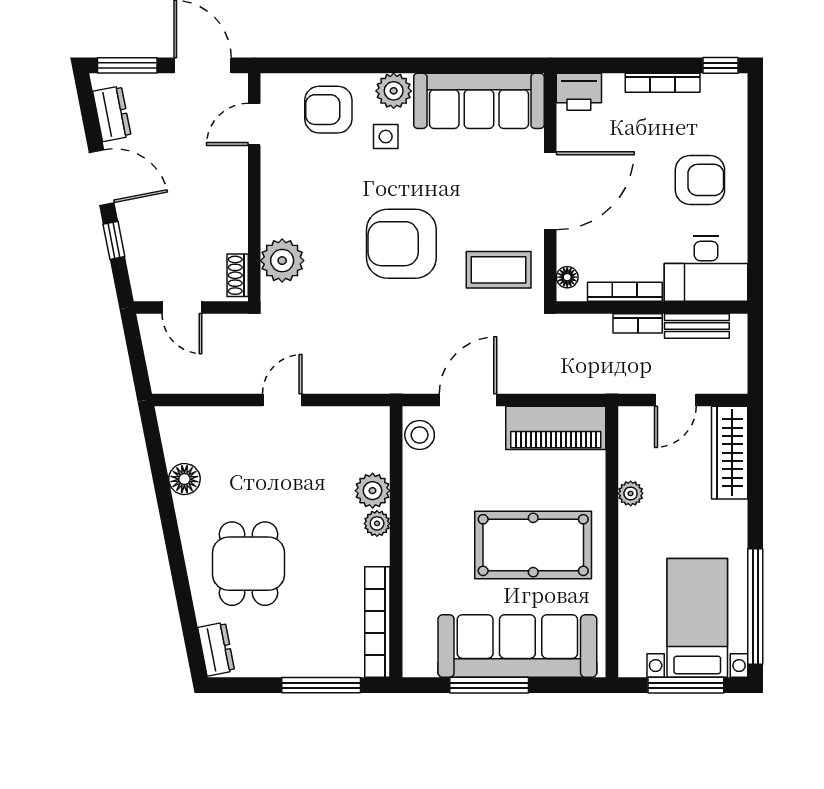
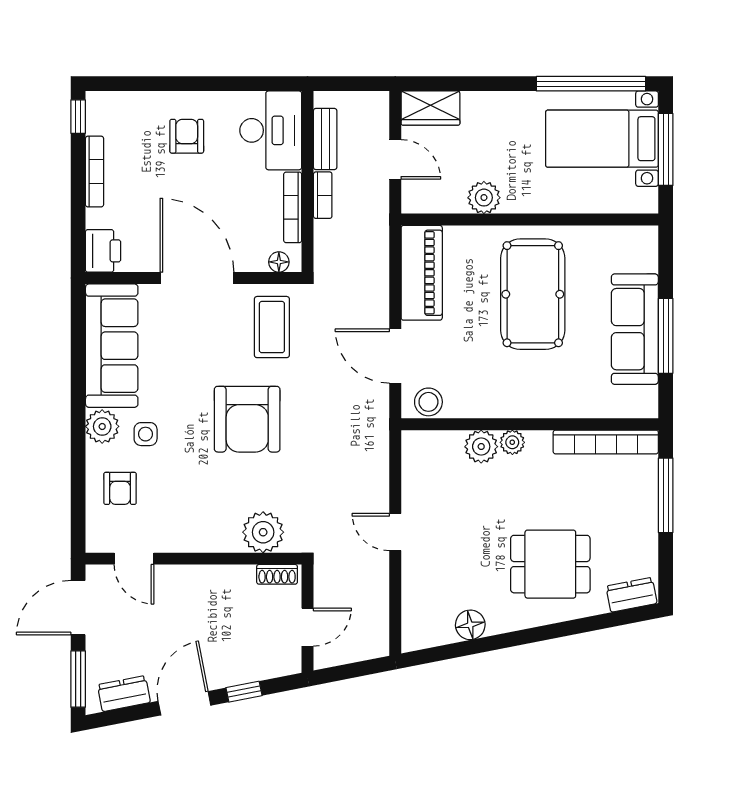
armchair: (328, 110) -> (120, 488), width x0.72, depth x0.72
armchair: (700, 180) -> (187, 136), width x0.72, depth x0.72
wardrobe: (730, 453) -> (430, 108), width x0.67
plant: (631, 493) -> (484, 198), width x1.38, depth x1.38
sofa: (517, 646) -> (635, 329), width x0.74, depth x0.79

